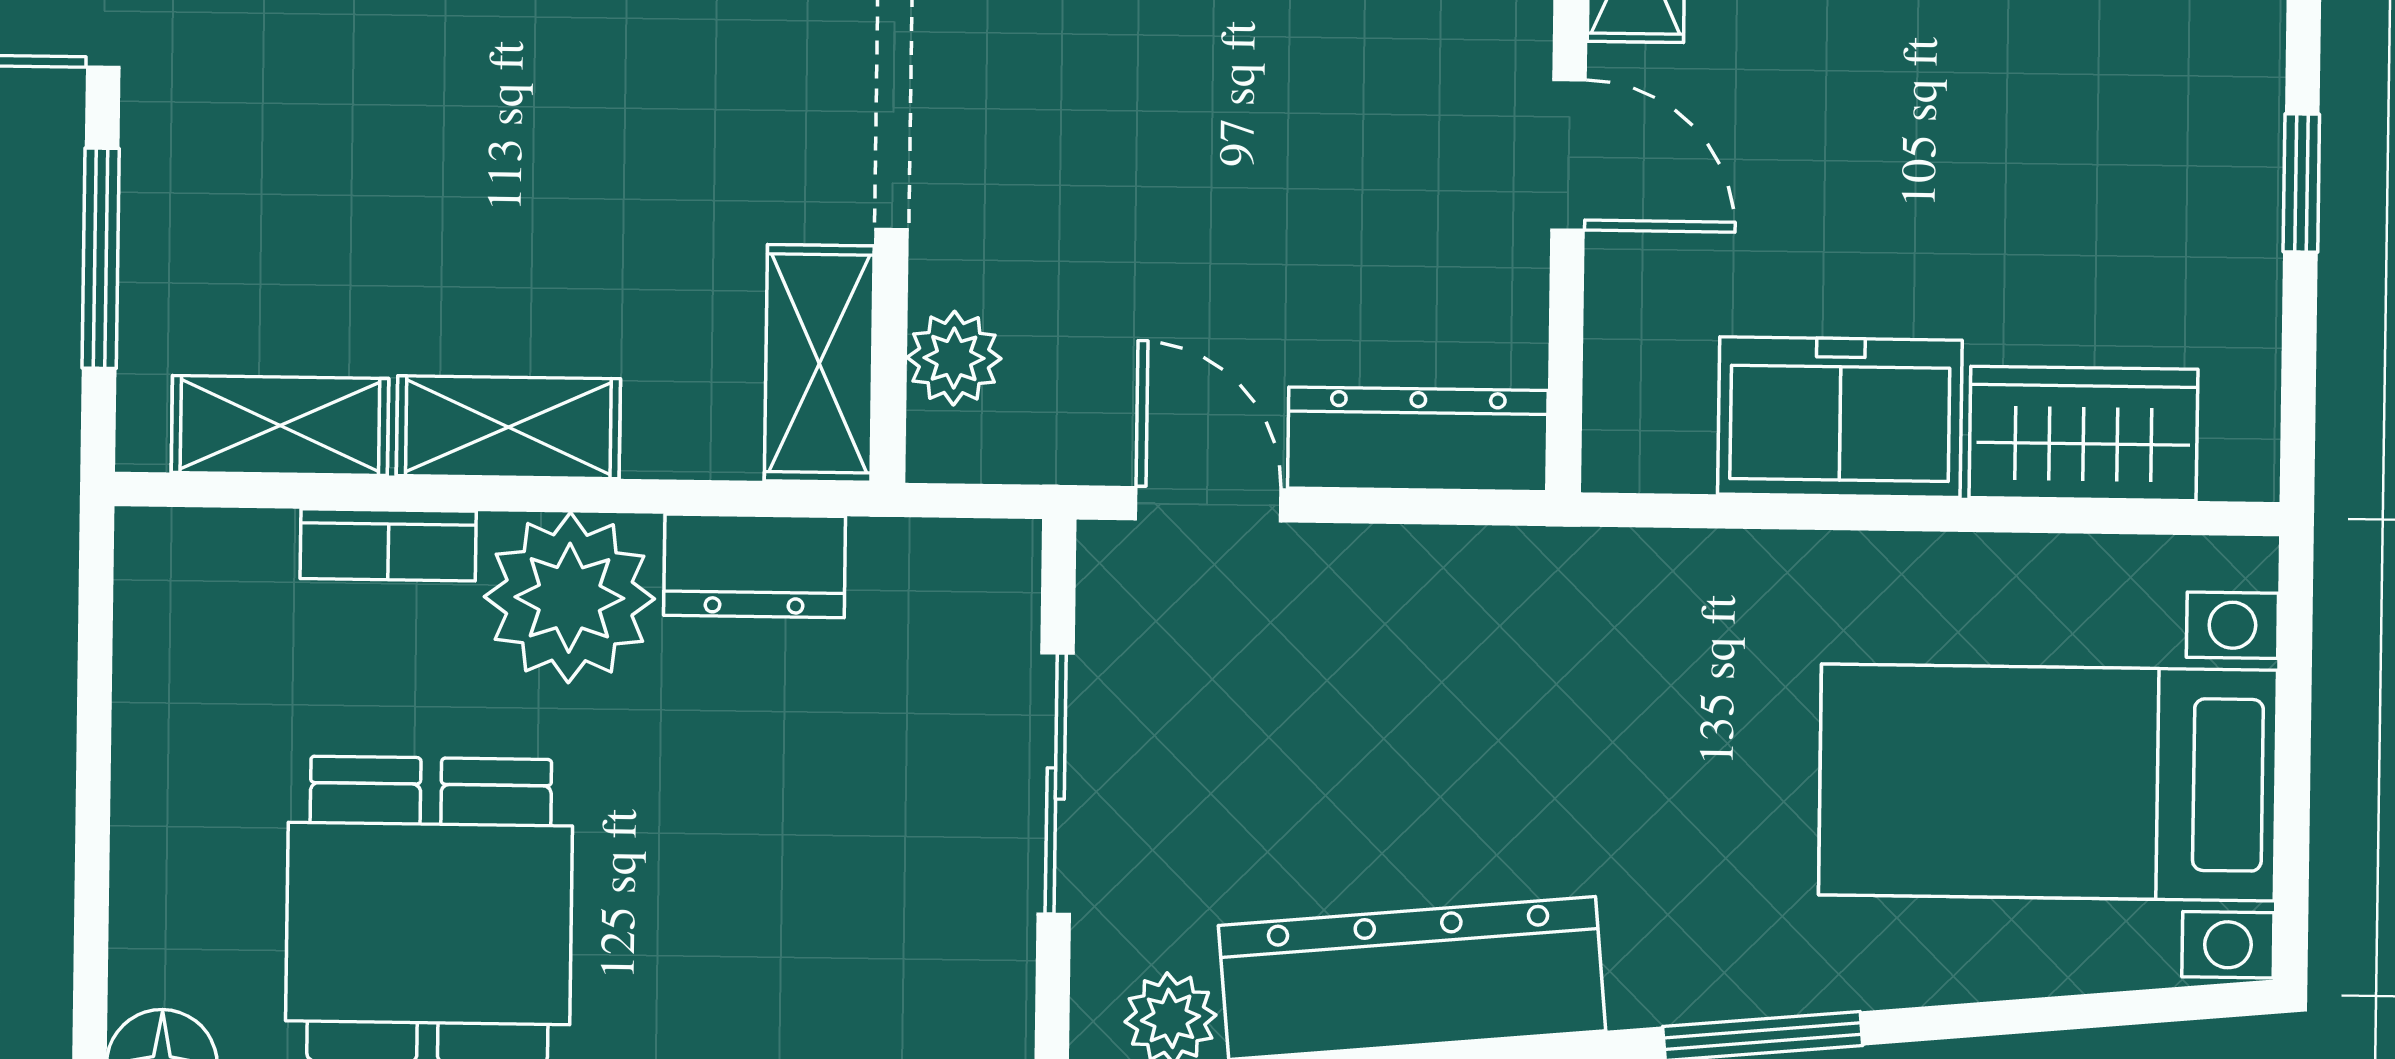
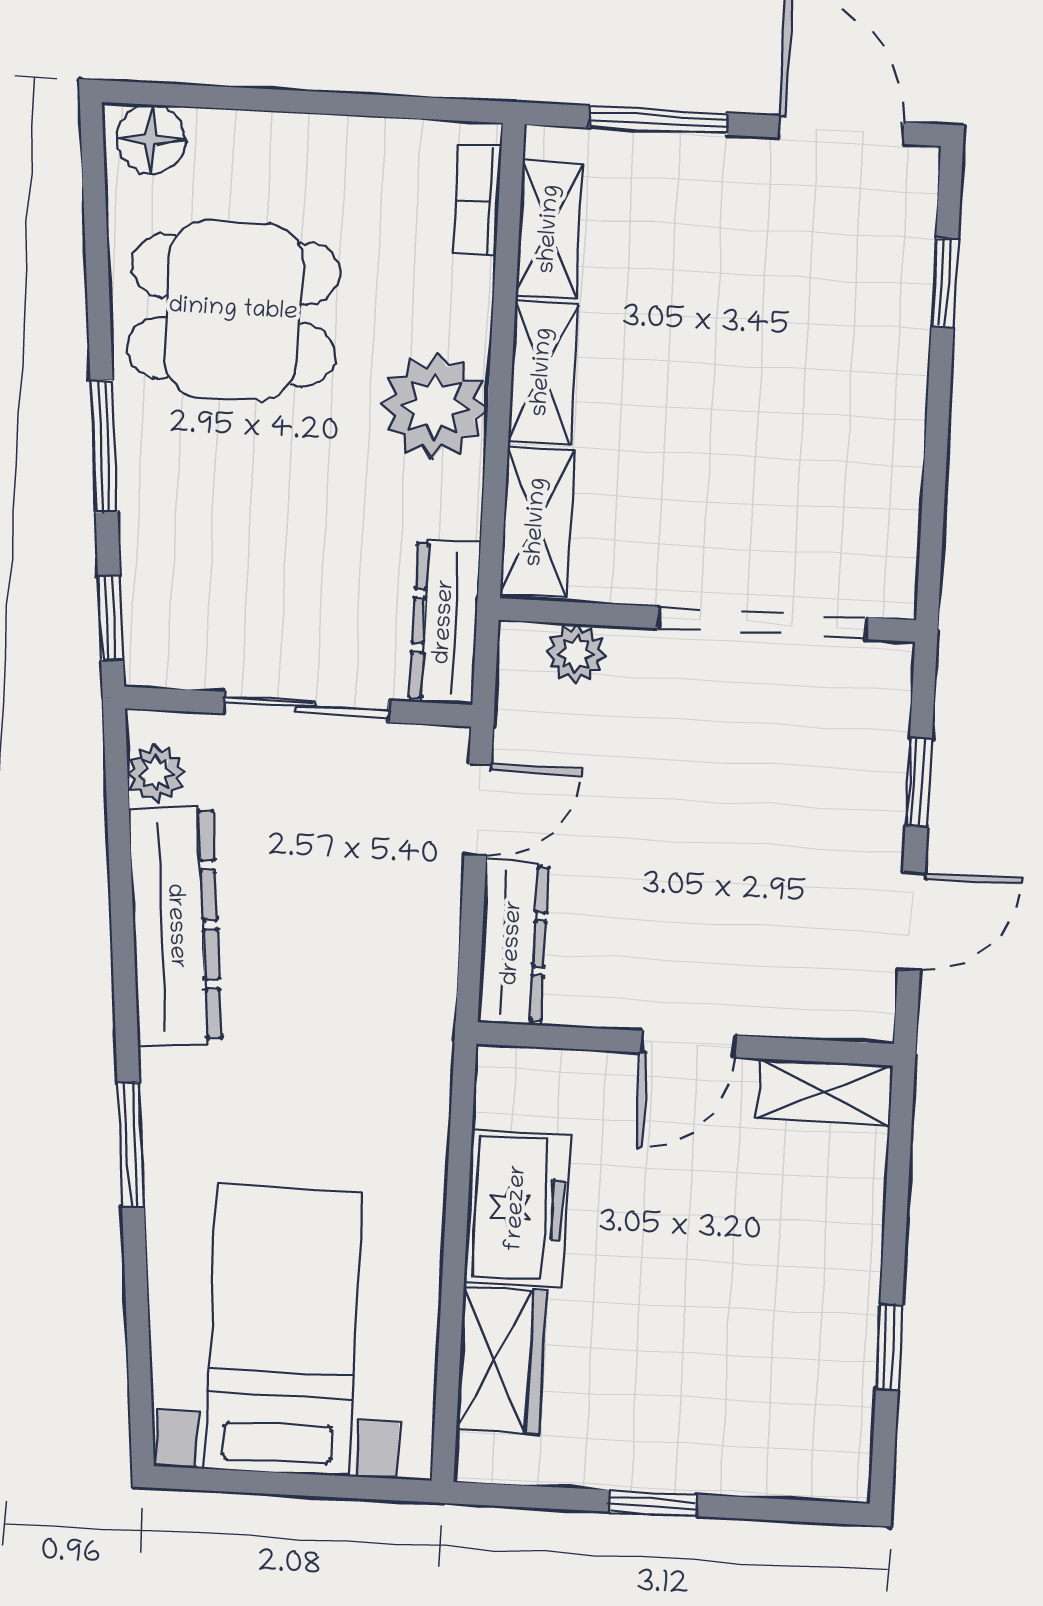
shelving: (819, 363) -> (537, 522), moved, turned 90
bookcase: (388, 545) -> (477, 200), moved
dresser: (755, 566) -> (445, 622), moved, width x1.44

